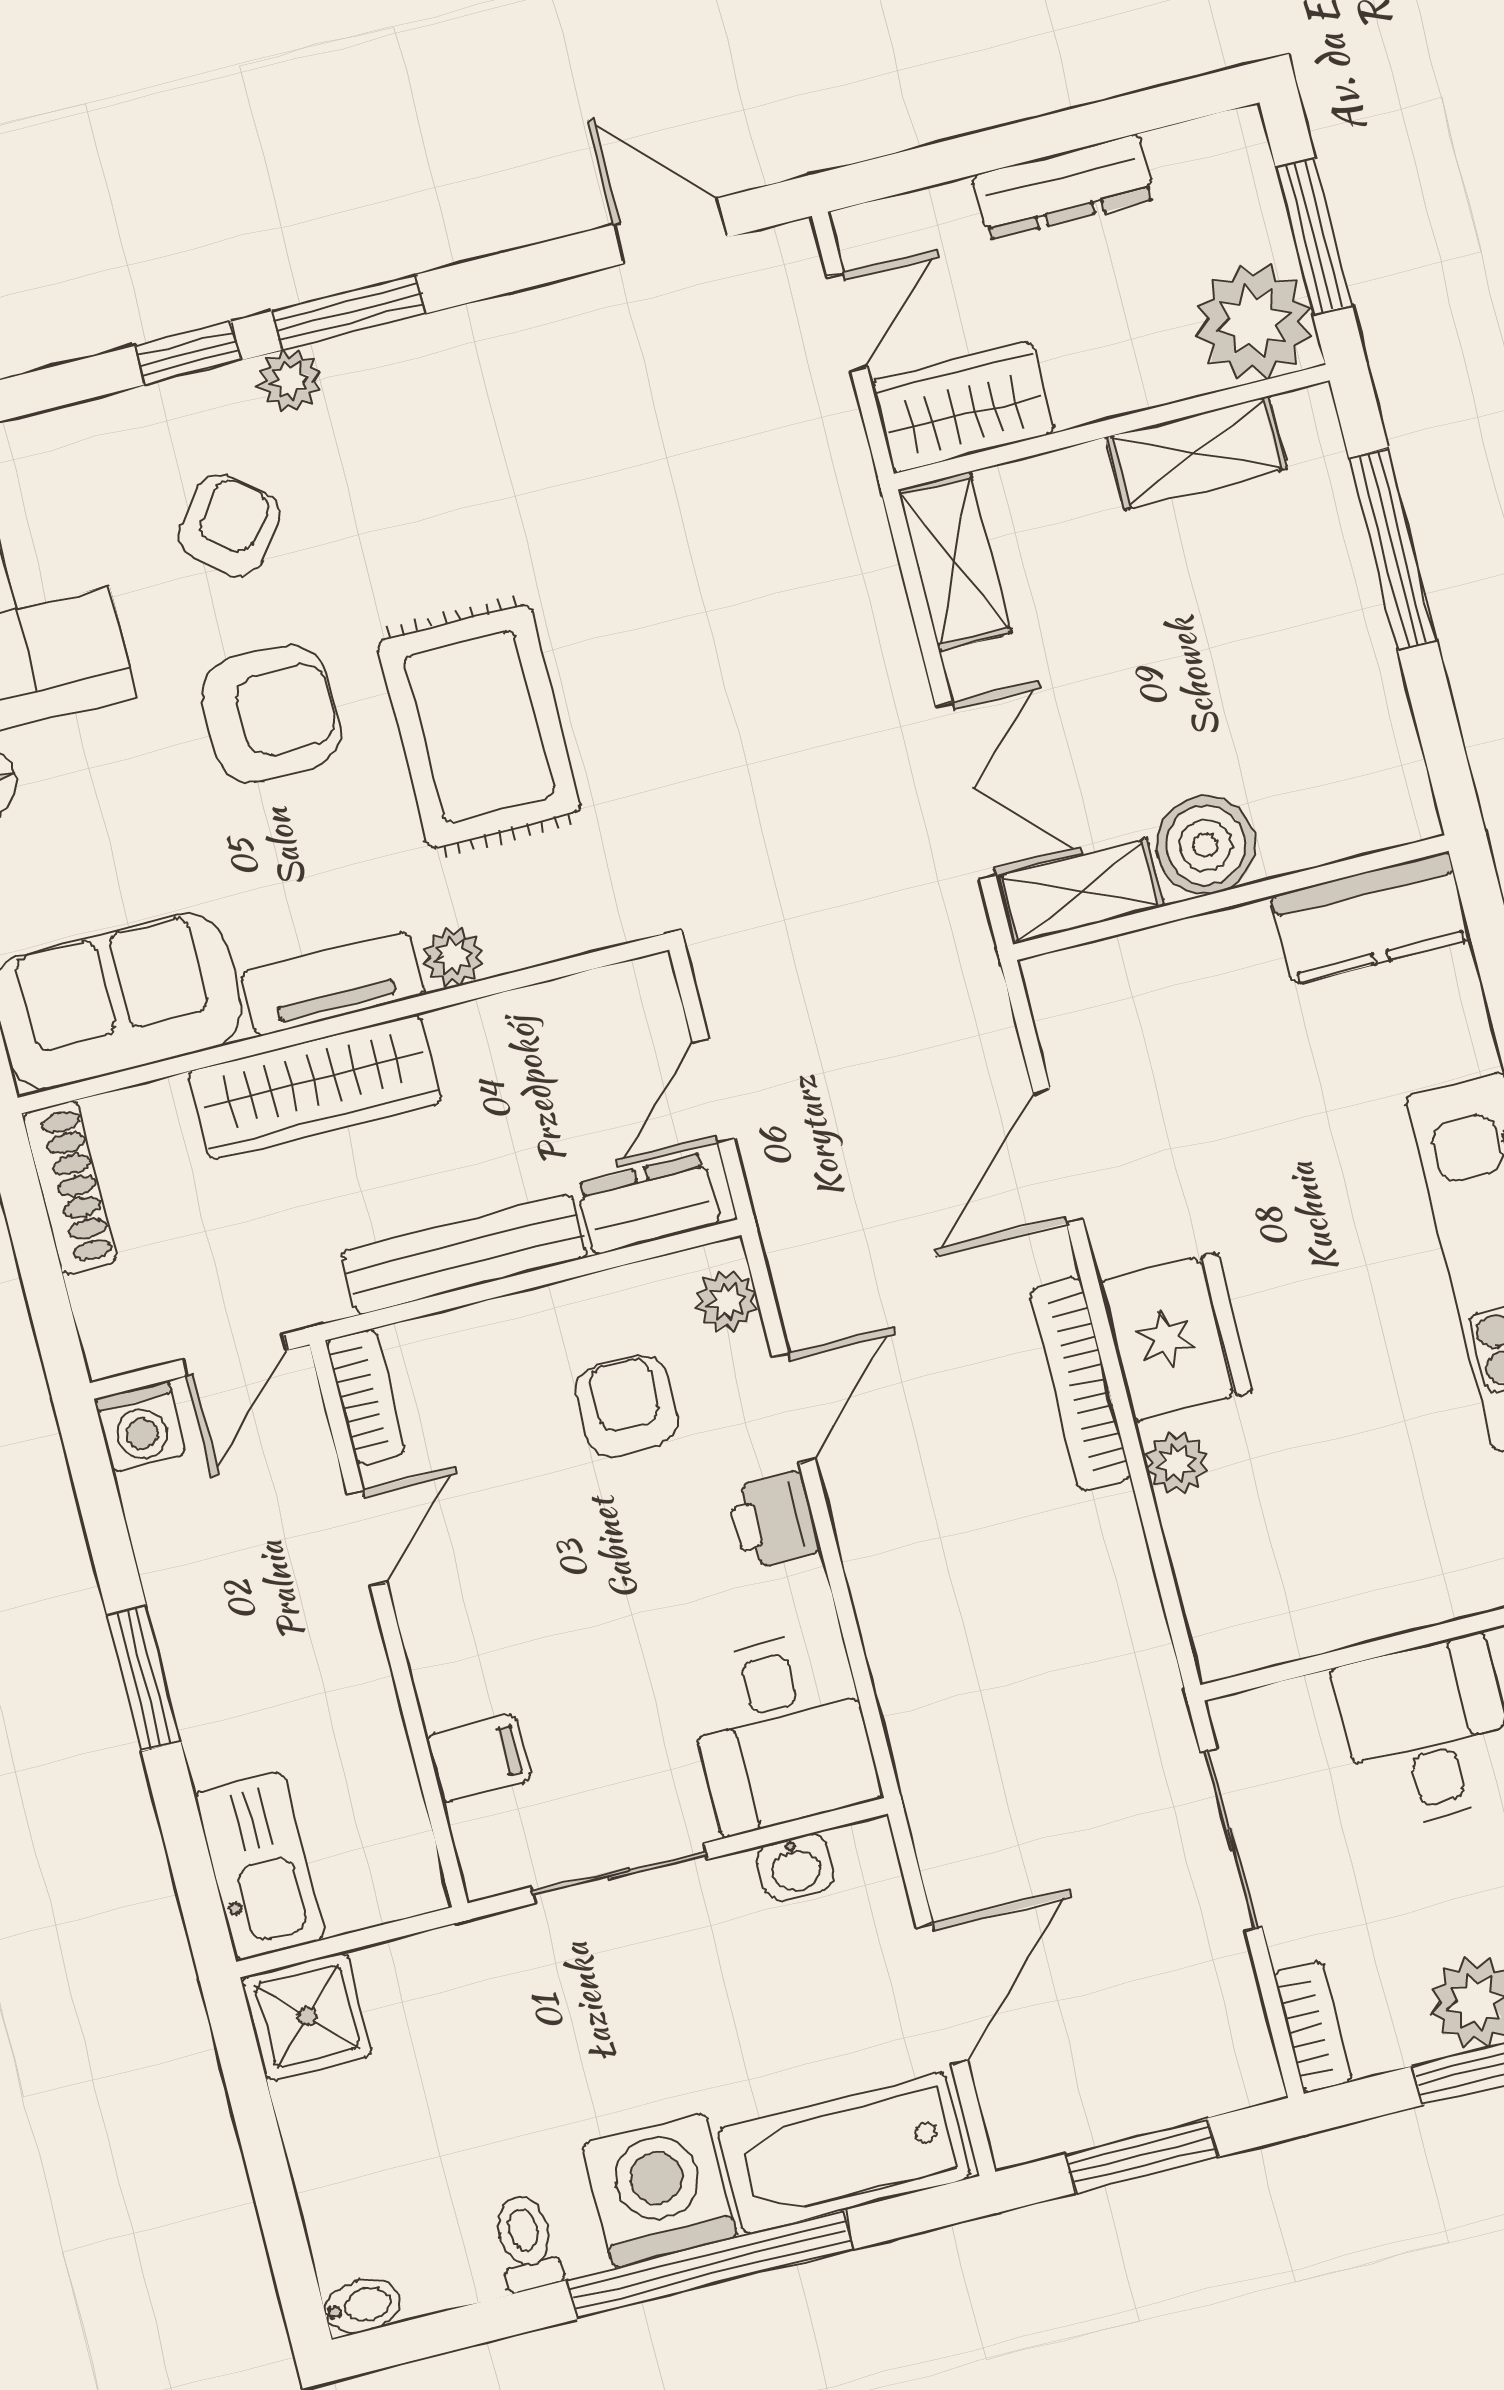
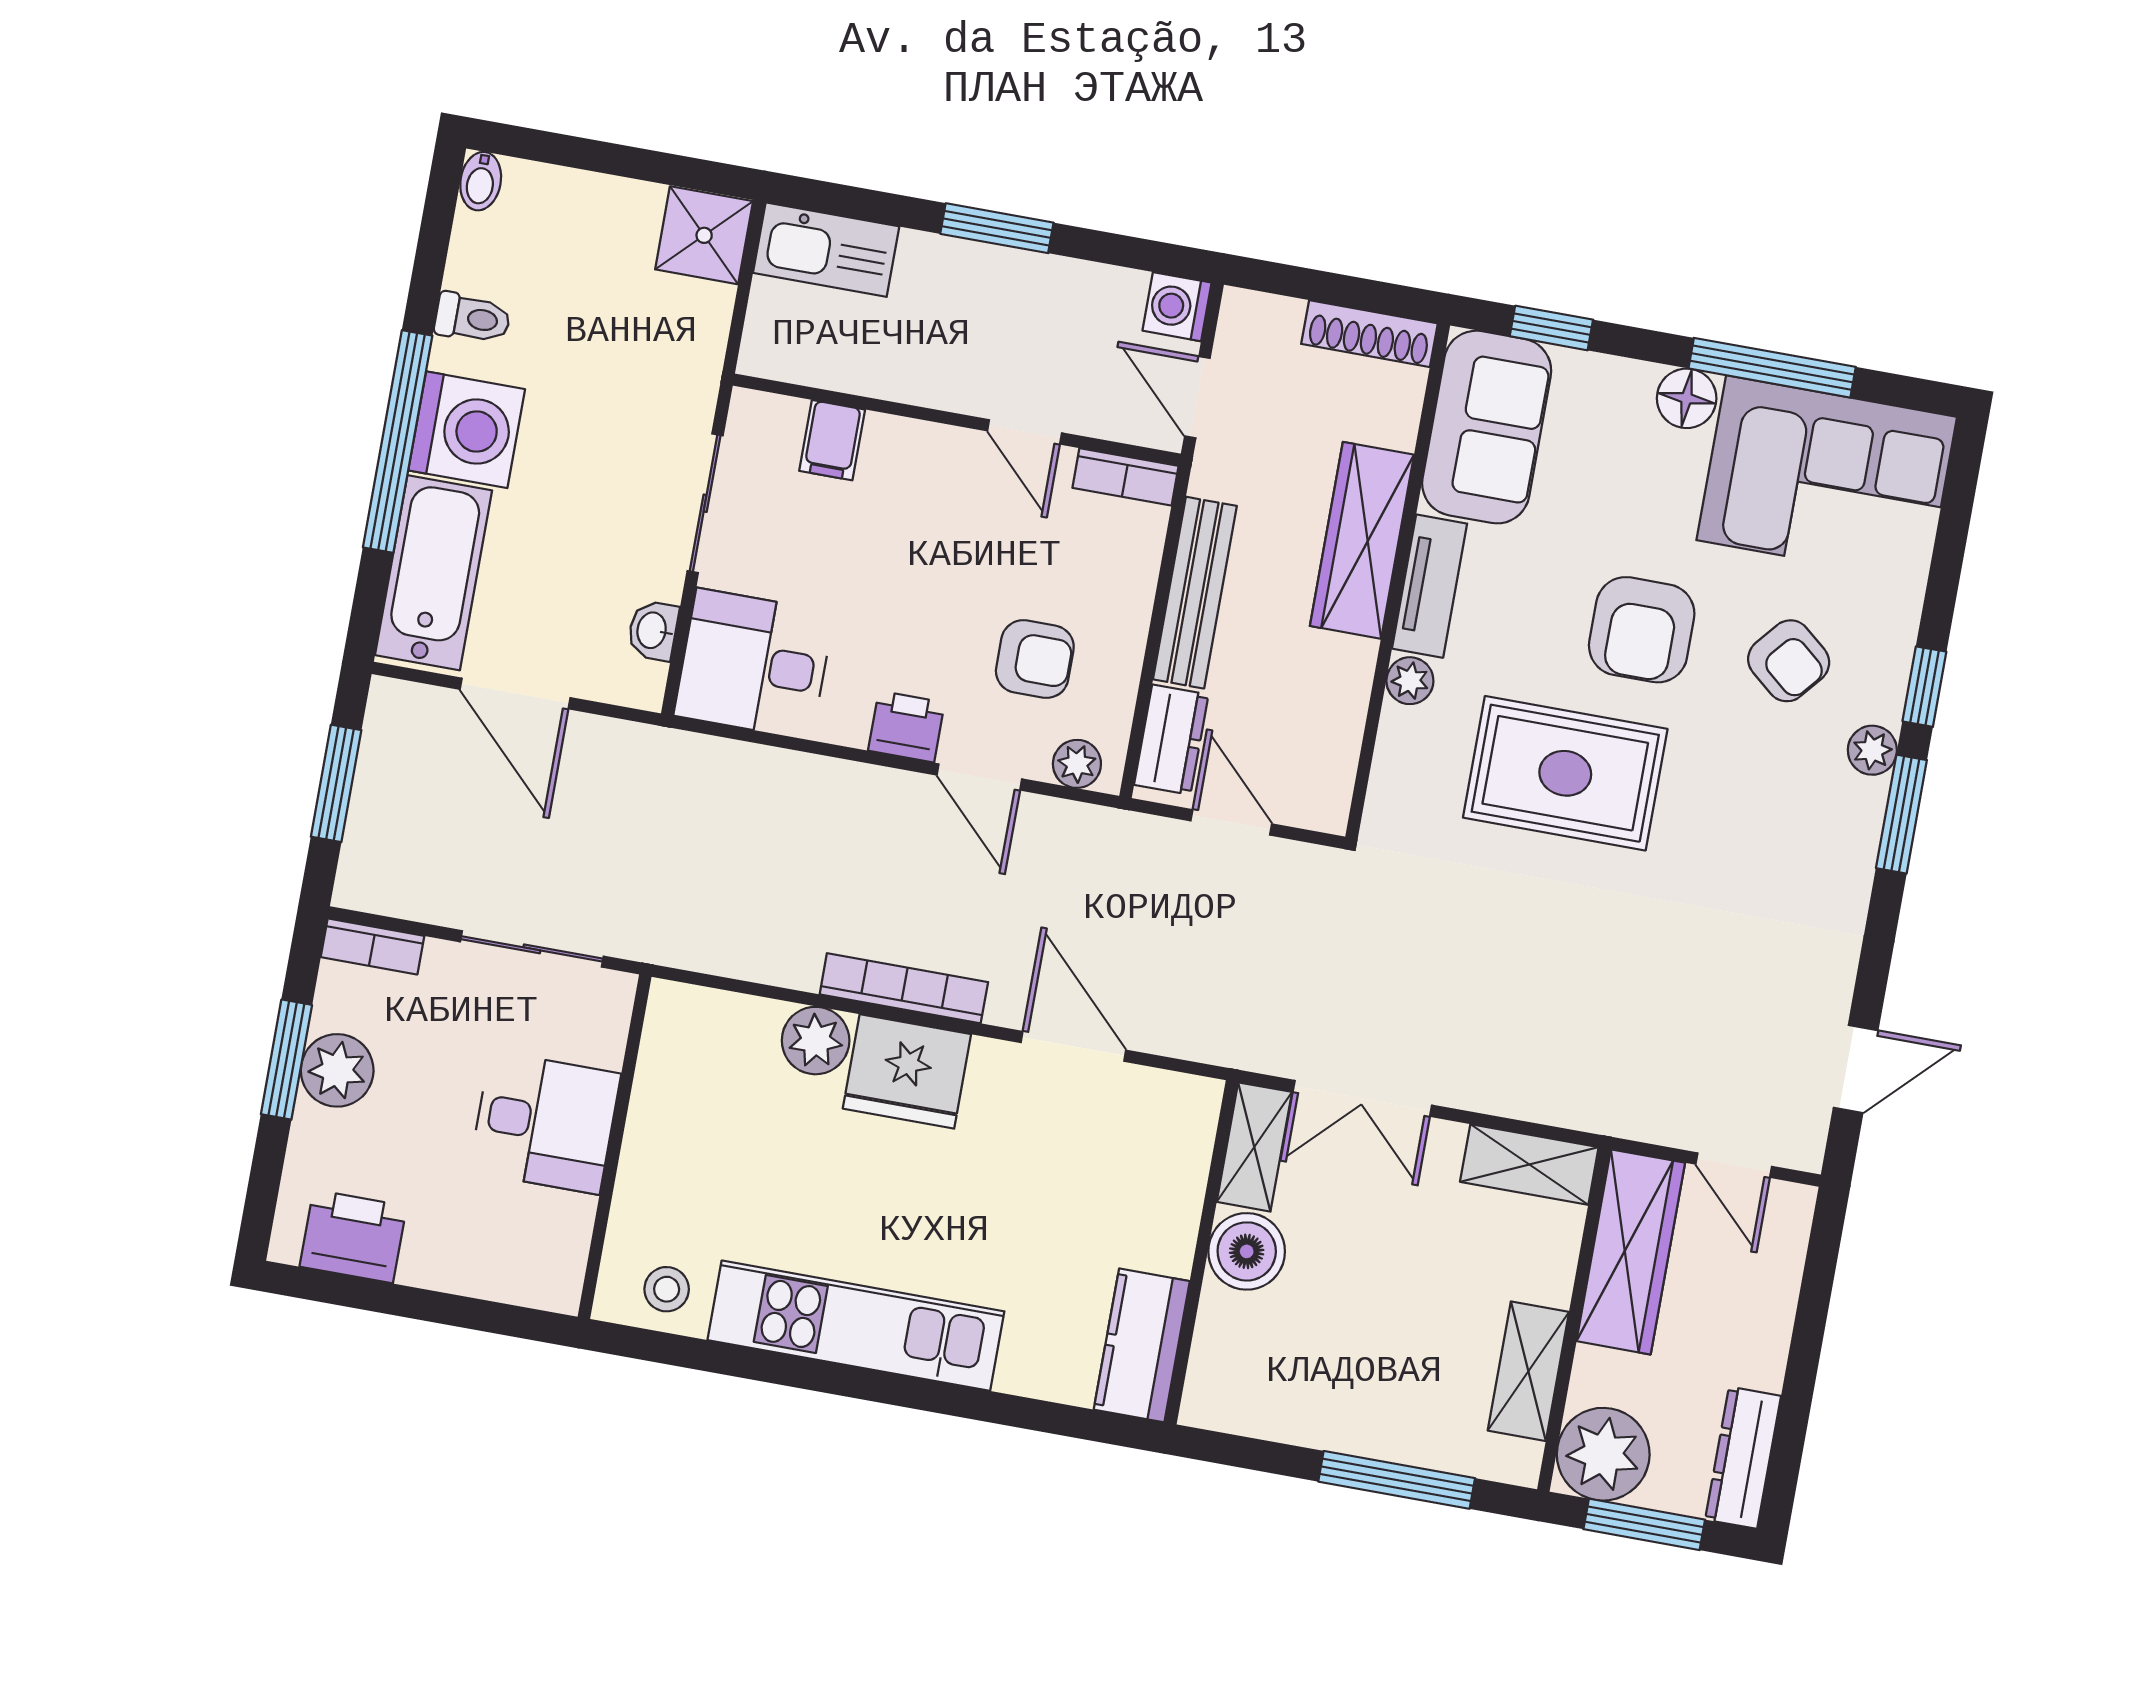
dresser: (1063, 187) -> (1743, 1458), moved
wardrobe: (963, 407) -> (1631, 1252), width x1.50
plant: (1176, 1463) -> (816, 1041), width x1.38, depth x1.38

